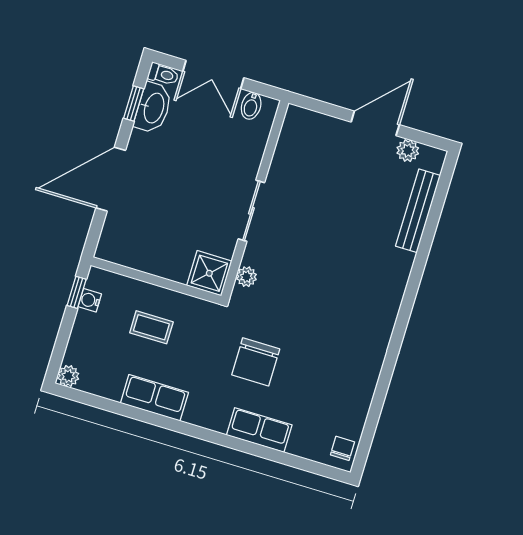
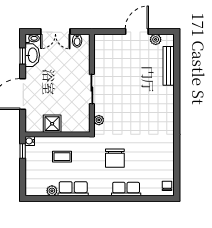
shower: (209, 273) -> (52, 124), moved
water cooler: (90, 300) -> (30, 141), moved
plant: (68, 376) -> (52, 191), moved

